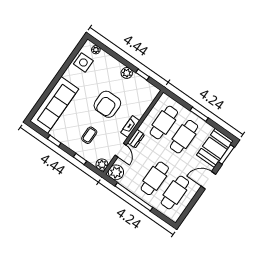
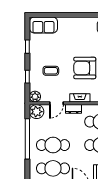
sofa: (54, 105) -> (43, 25), width x0.54, depth x0.79

